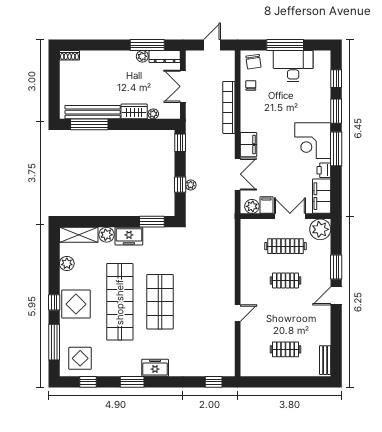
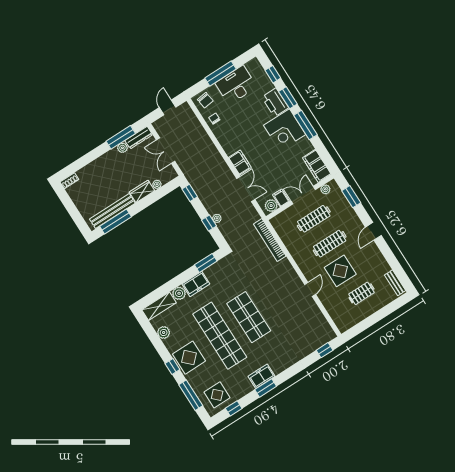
bookcase: (229, 107) -> (270, 240), moved
printer: (324, 170) -> (275, 102), moved, width x1.87, depth x1.48
plant: (320, 229) -> (325, 189), width x0.53, depth x0.53
window: (336, 267) -> (351, 197), moved
clothes rail: (286, 280) -> (330, 244), width x1.36
display table: (279, 314) -> (340, 271), added
freezer: (155, 368) -> (262, 376), moved

